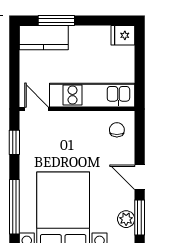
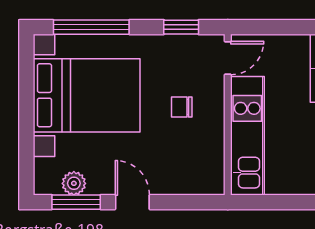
chair: (117, 130) -> (182, 107), moved, turned 180
door: (140, 177) -> (132, 202), hinge flipped

